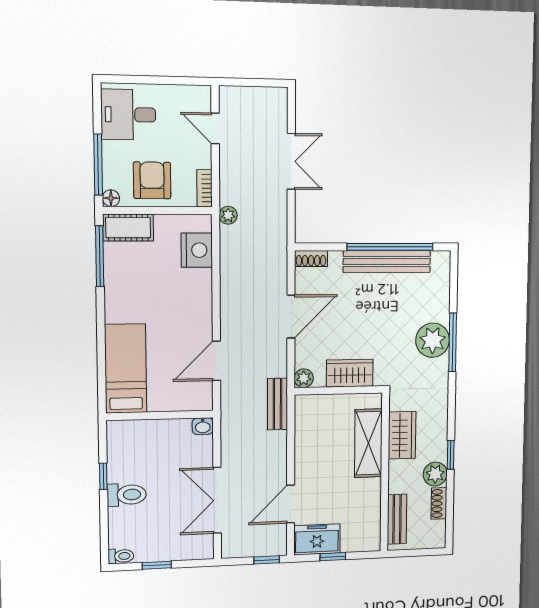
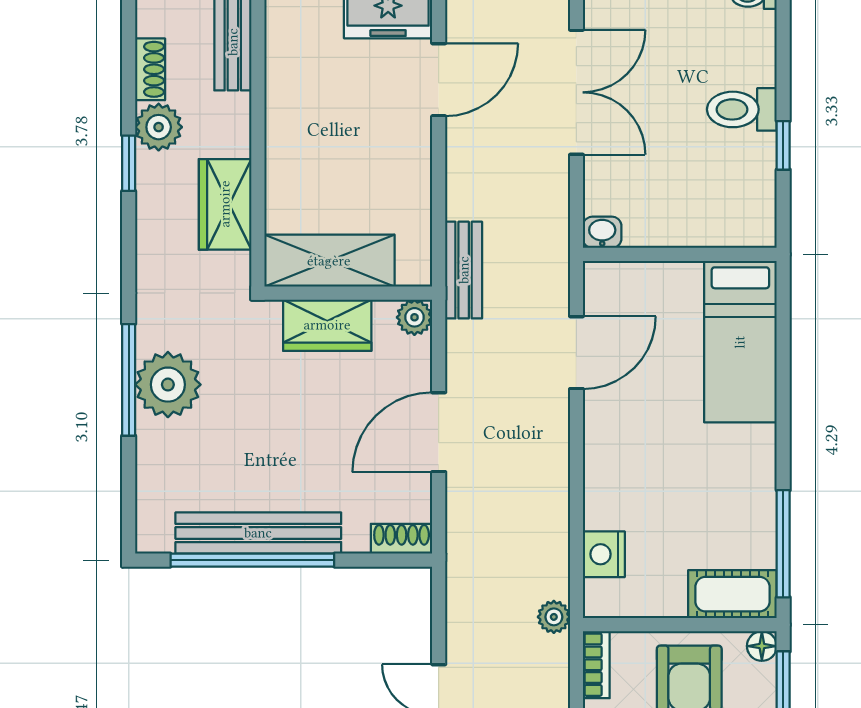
nightstand: (197, 250) -> (604, 554), width x0.74, depth x0.75
shelving: (368, 443) -> (329, 261), moved, turned 90

